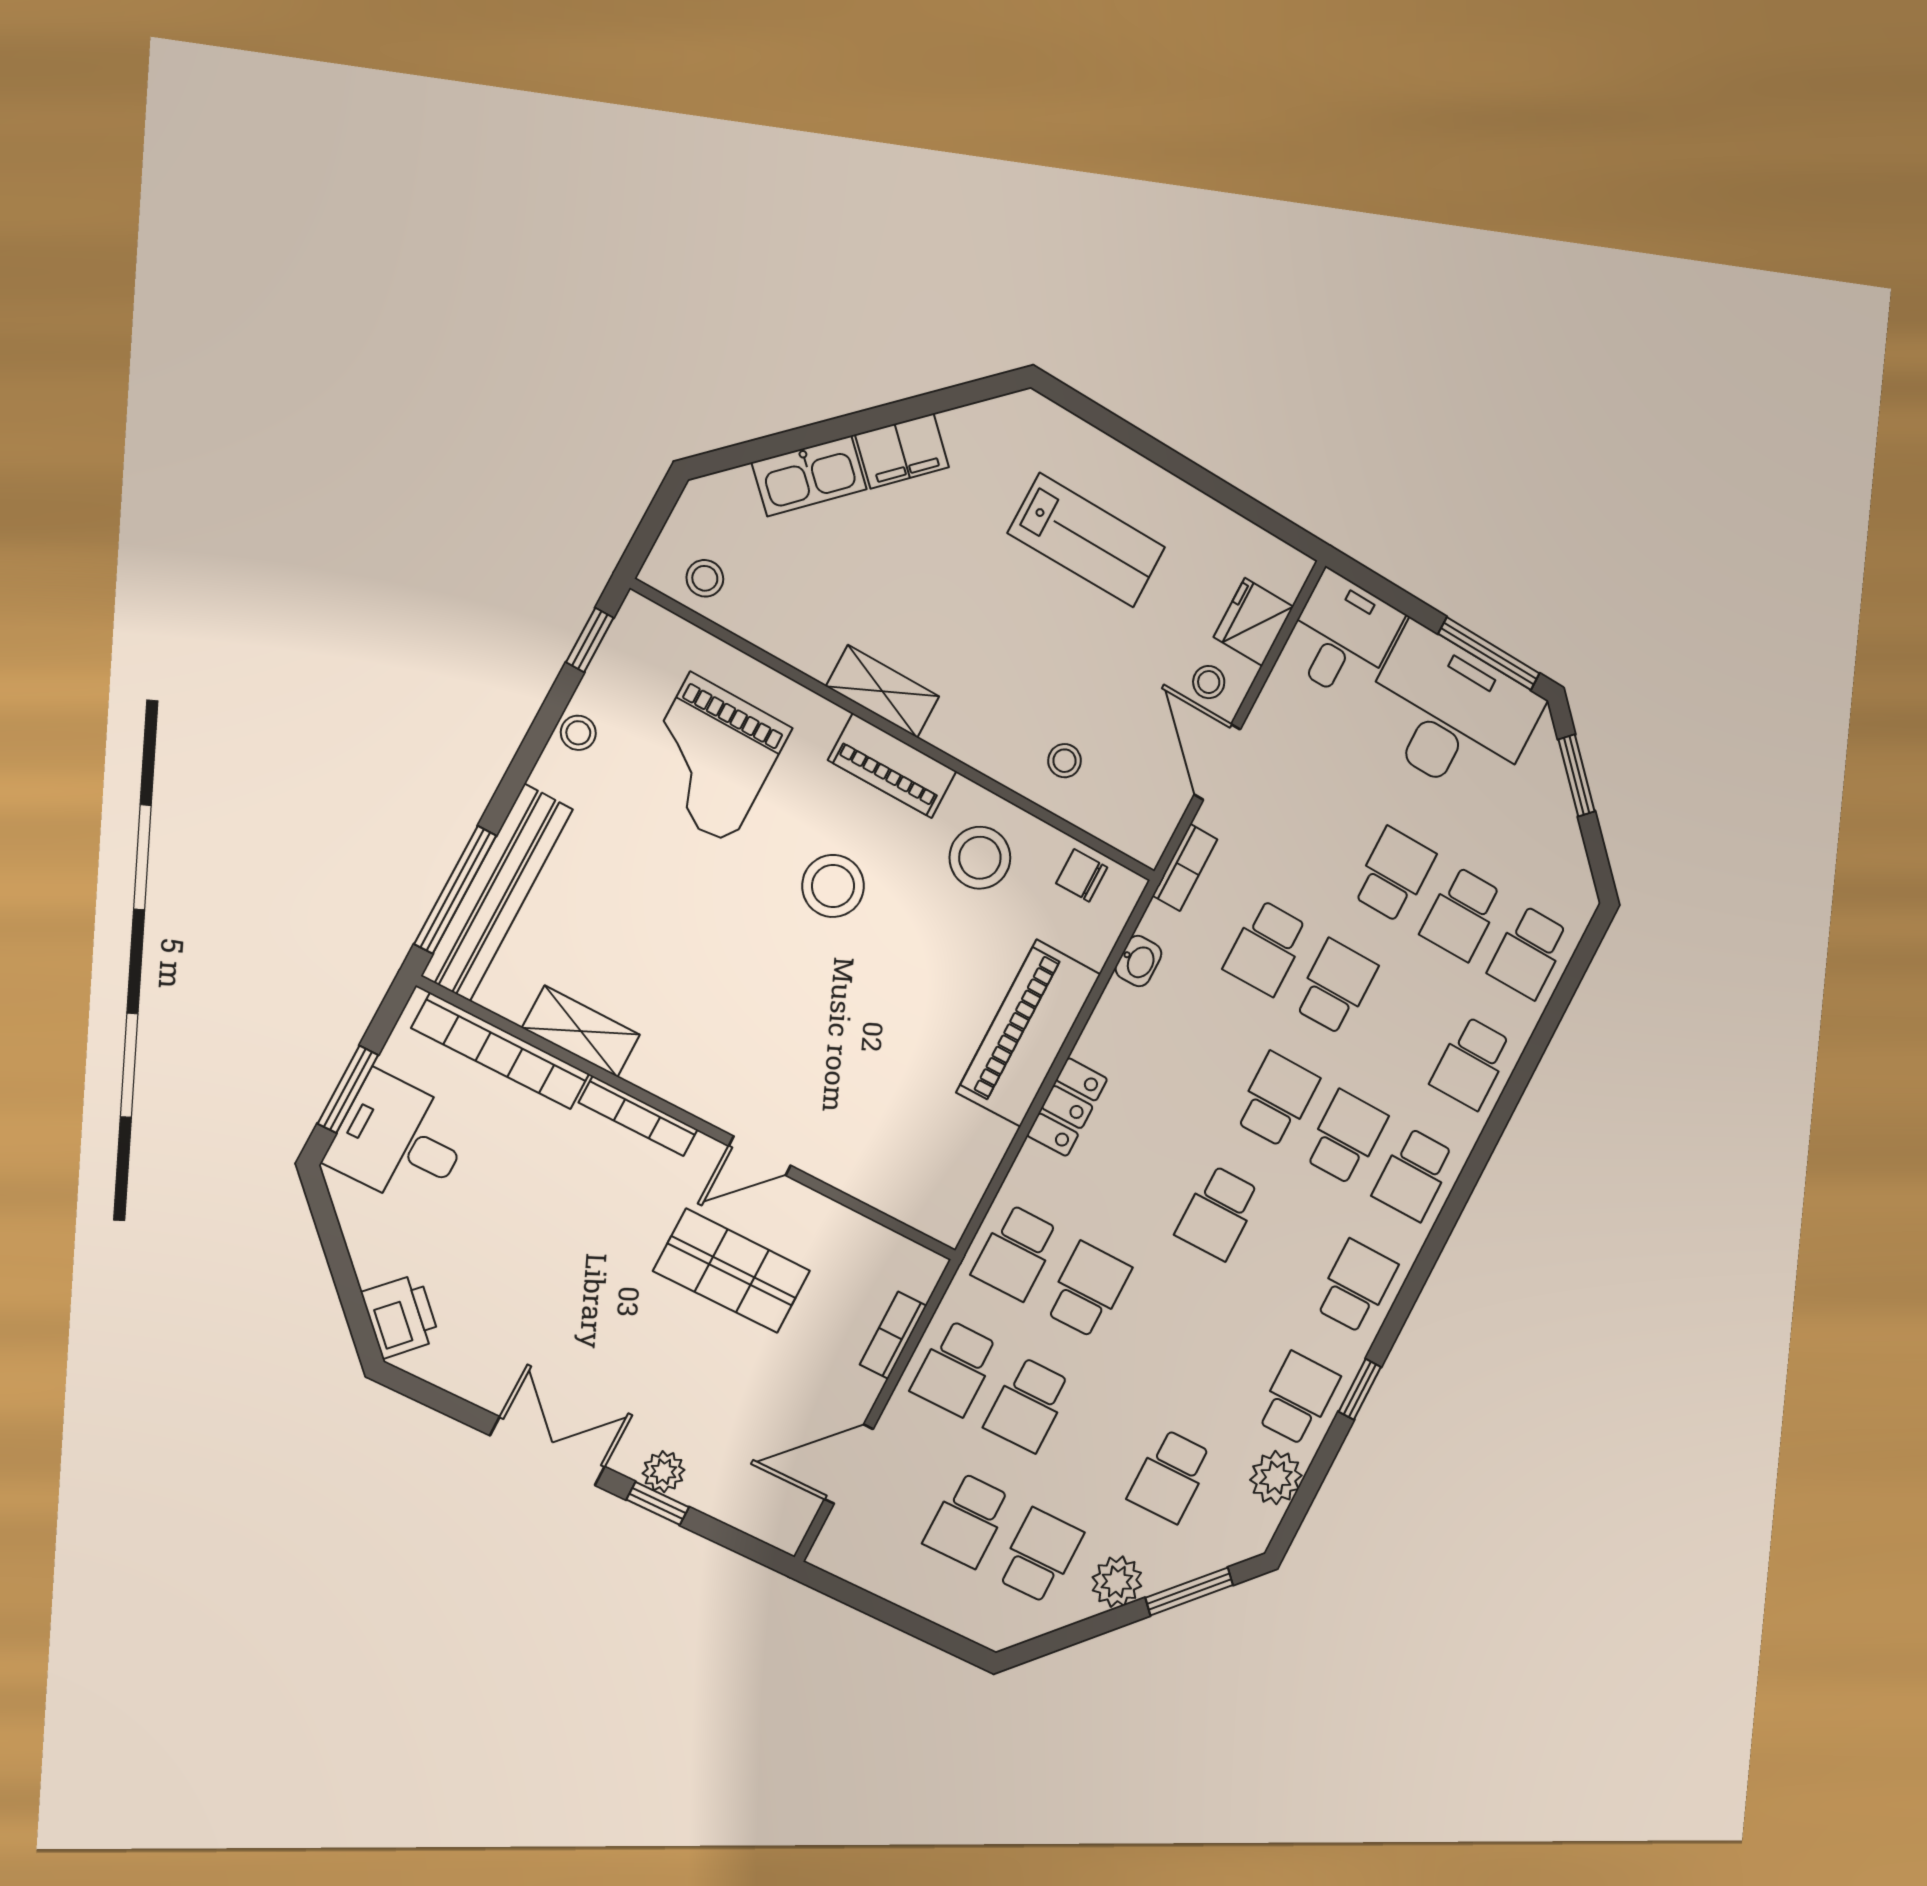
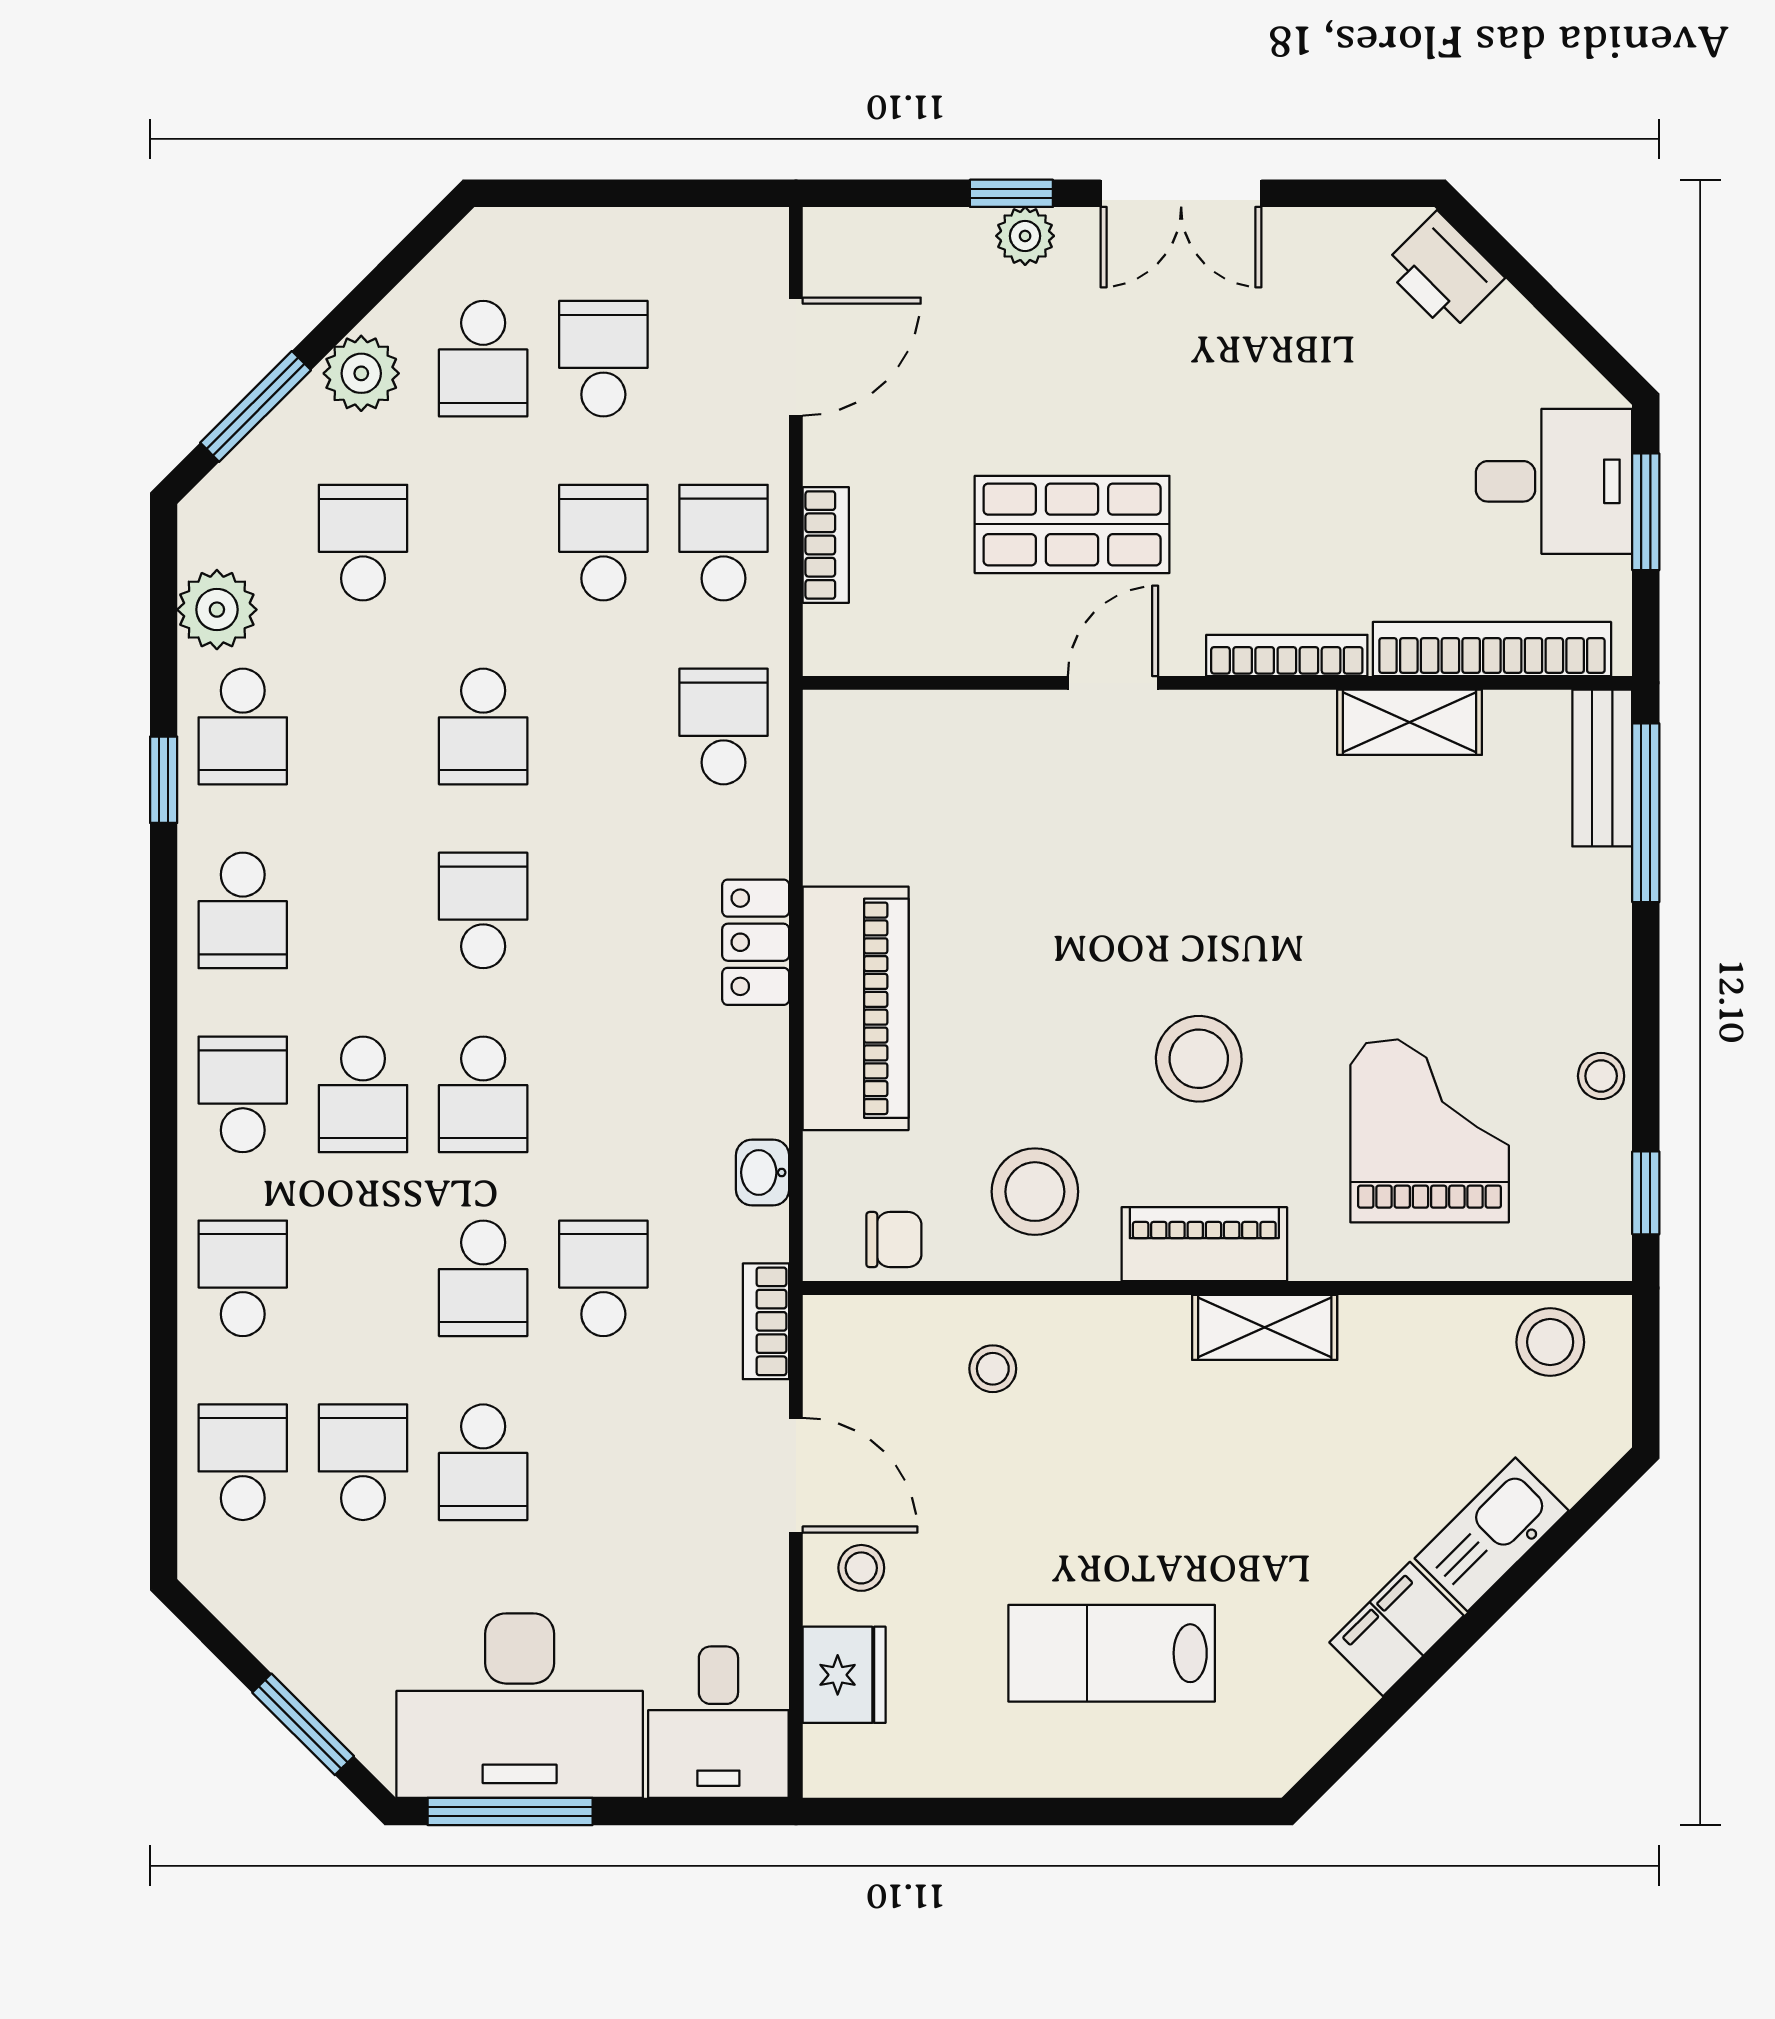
stool: (705, 578) -> (1550, 1342), width x1.37, depth x1.37
bench: (497, 892) -> (1602, 768), width x0.54, depth x0.82
school desk: (1088, 1290) -> (483, 727), moved

